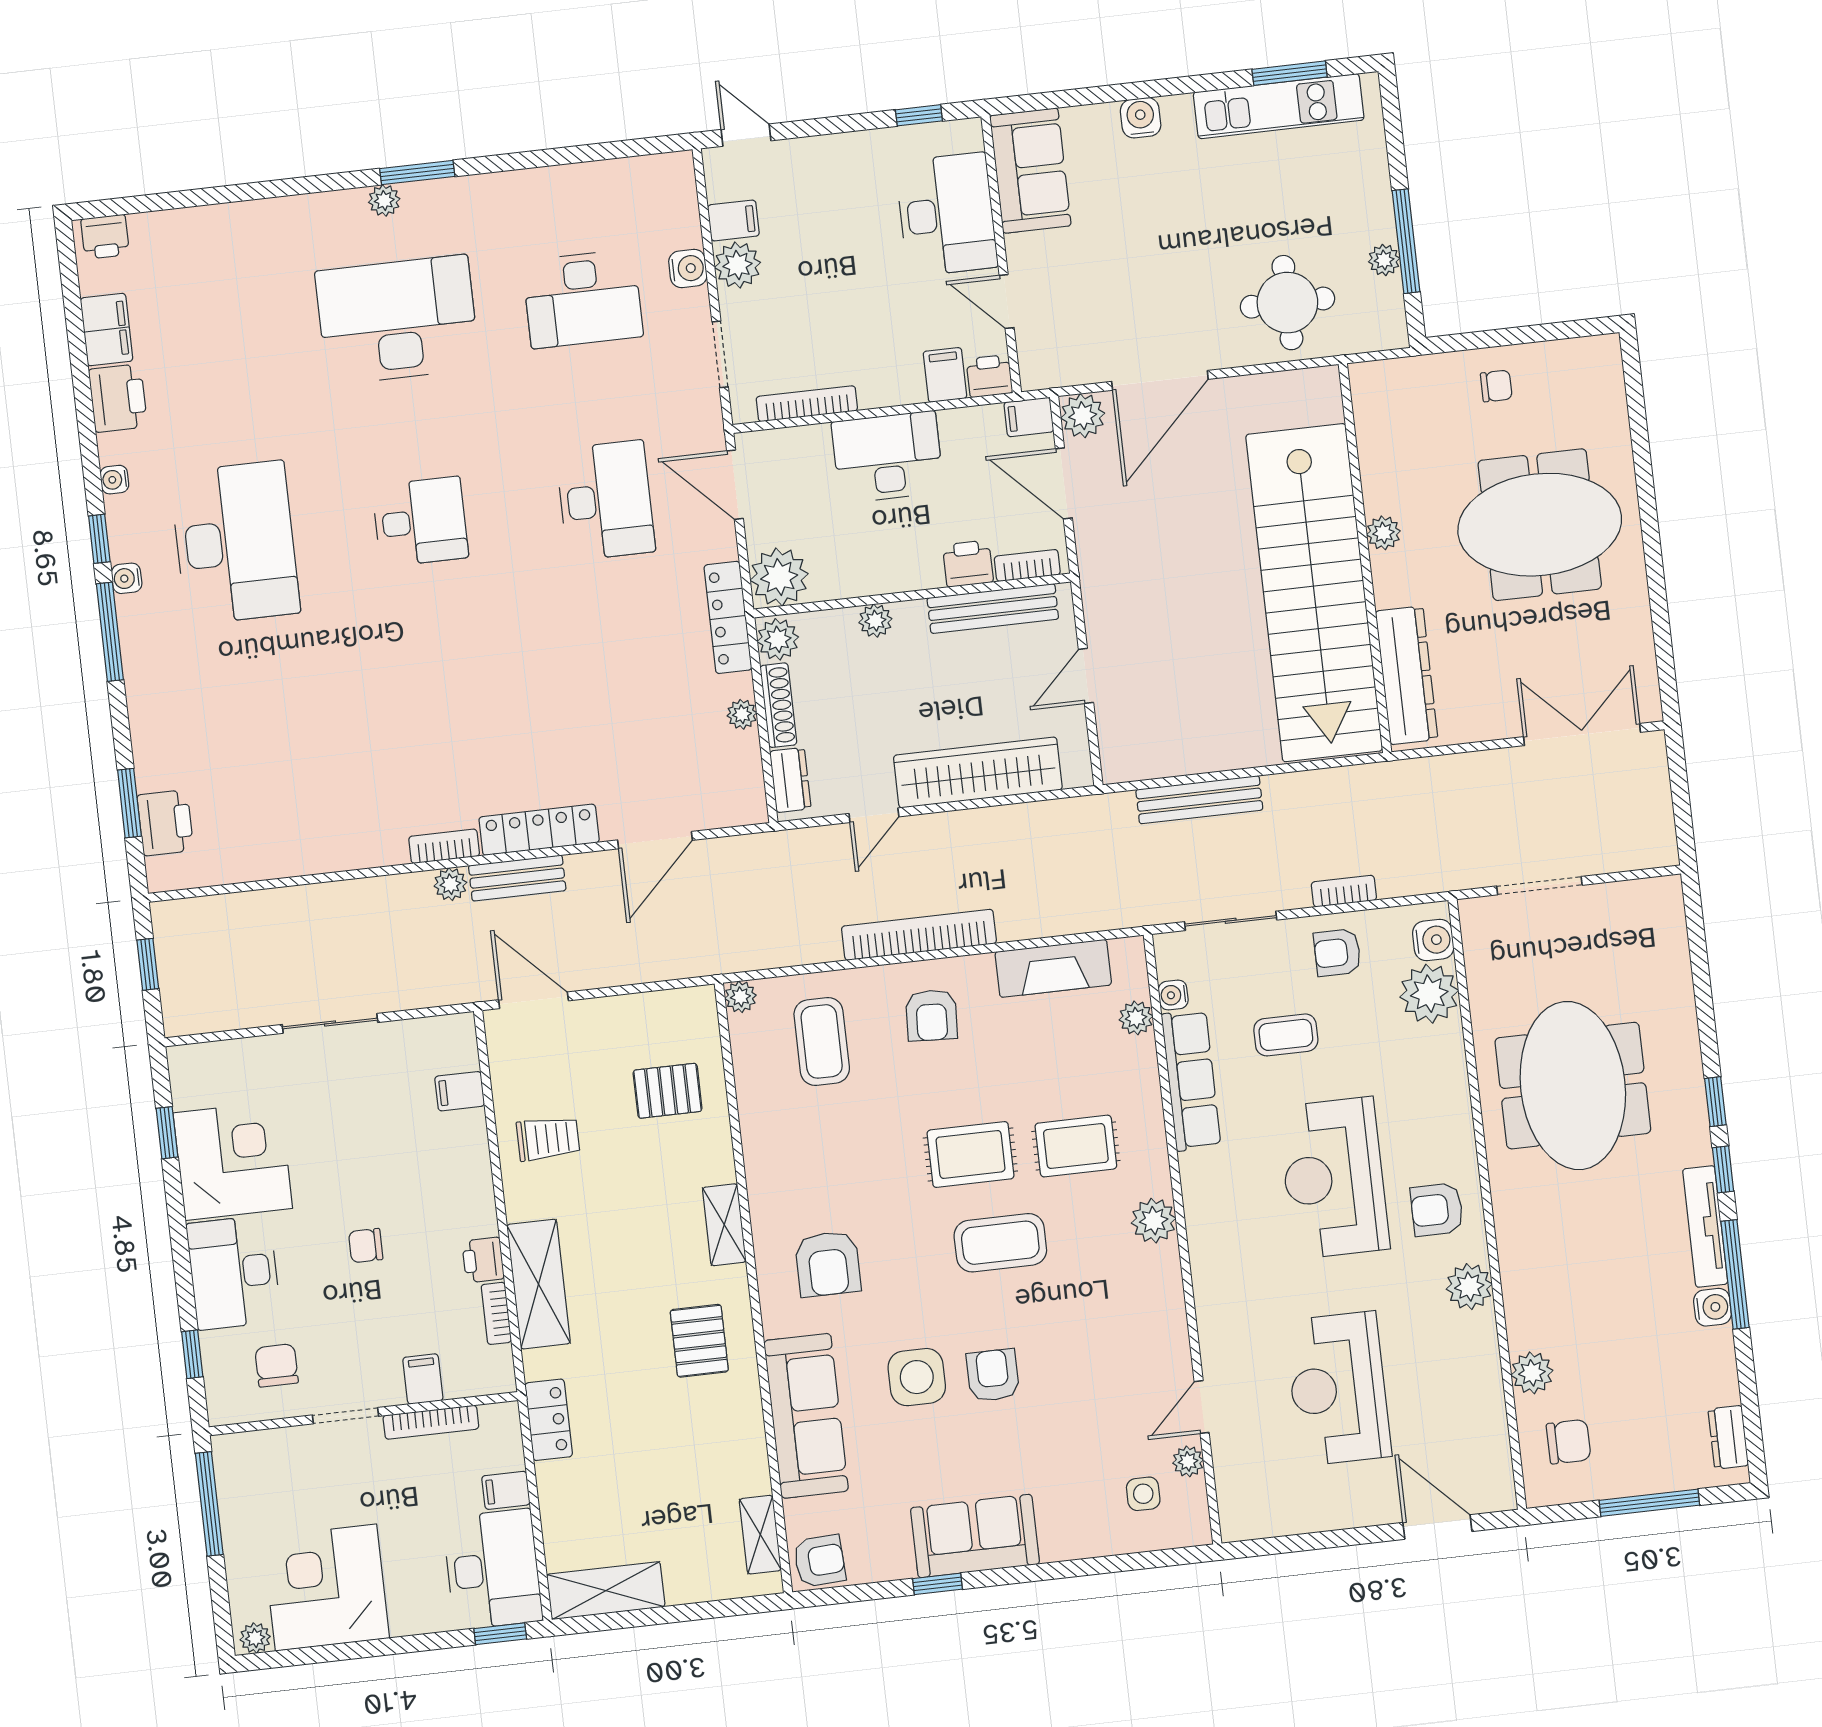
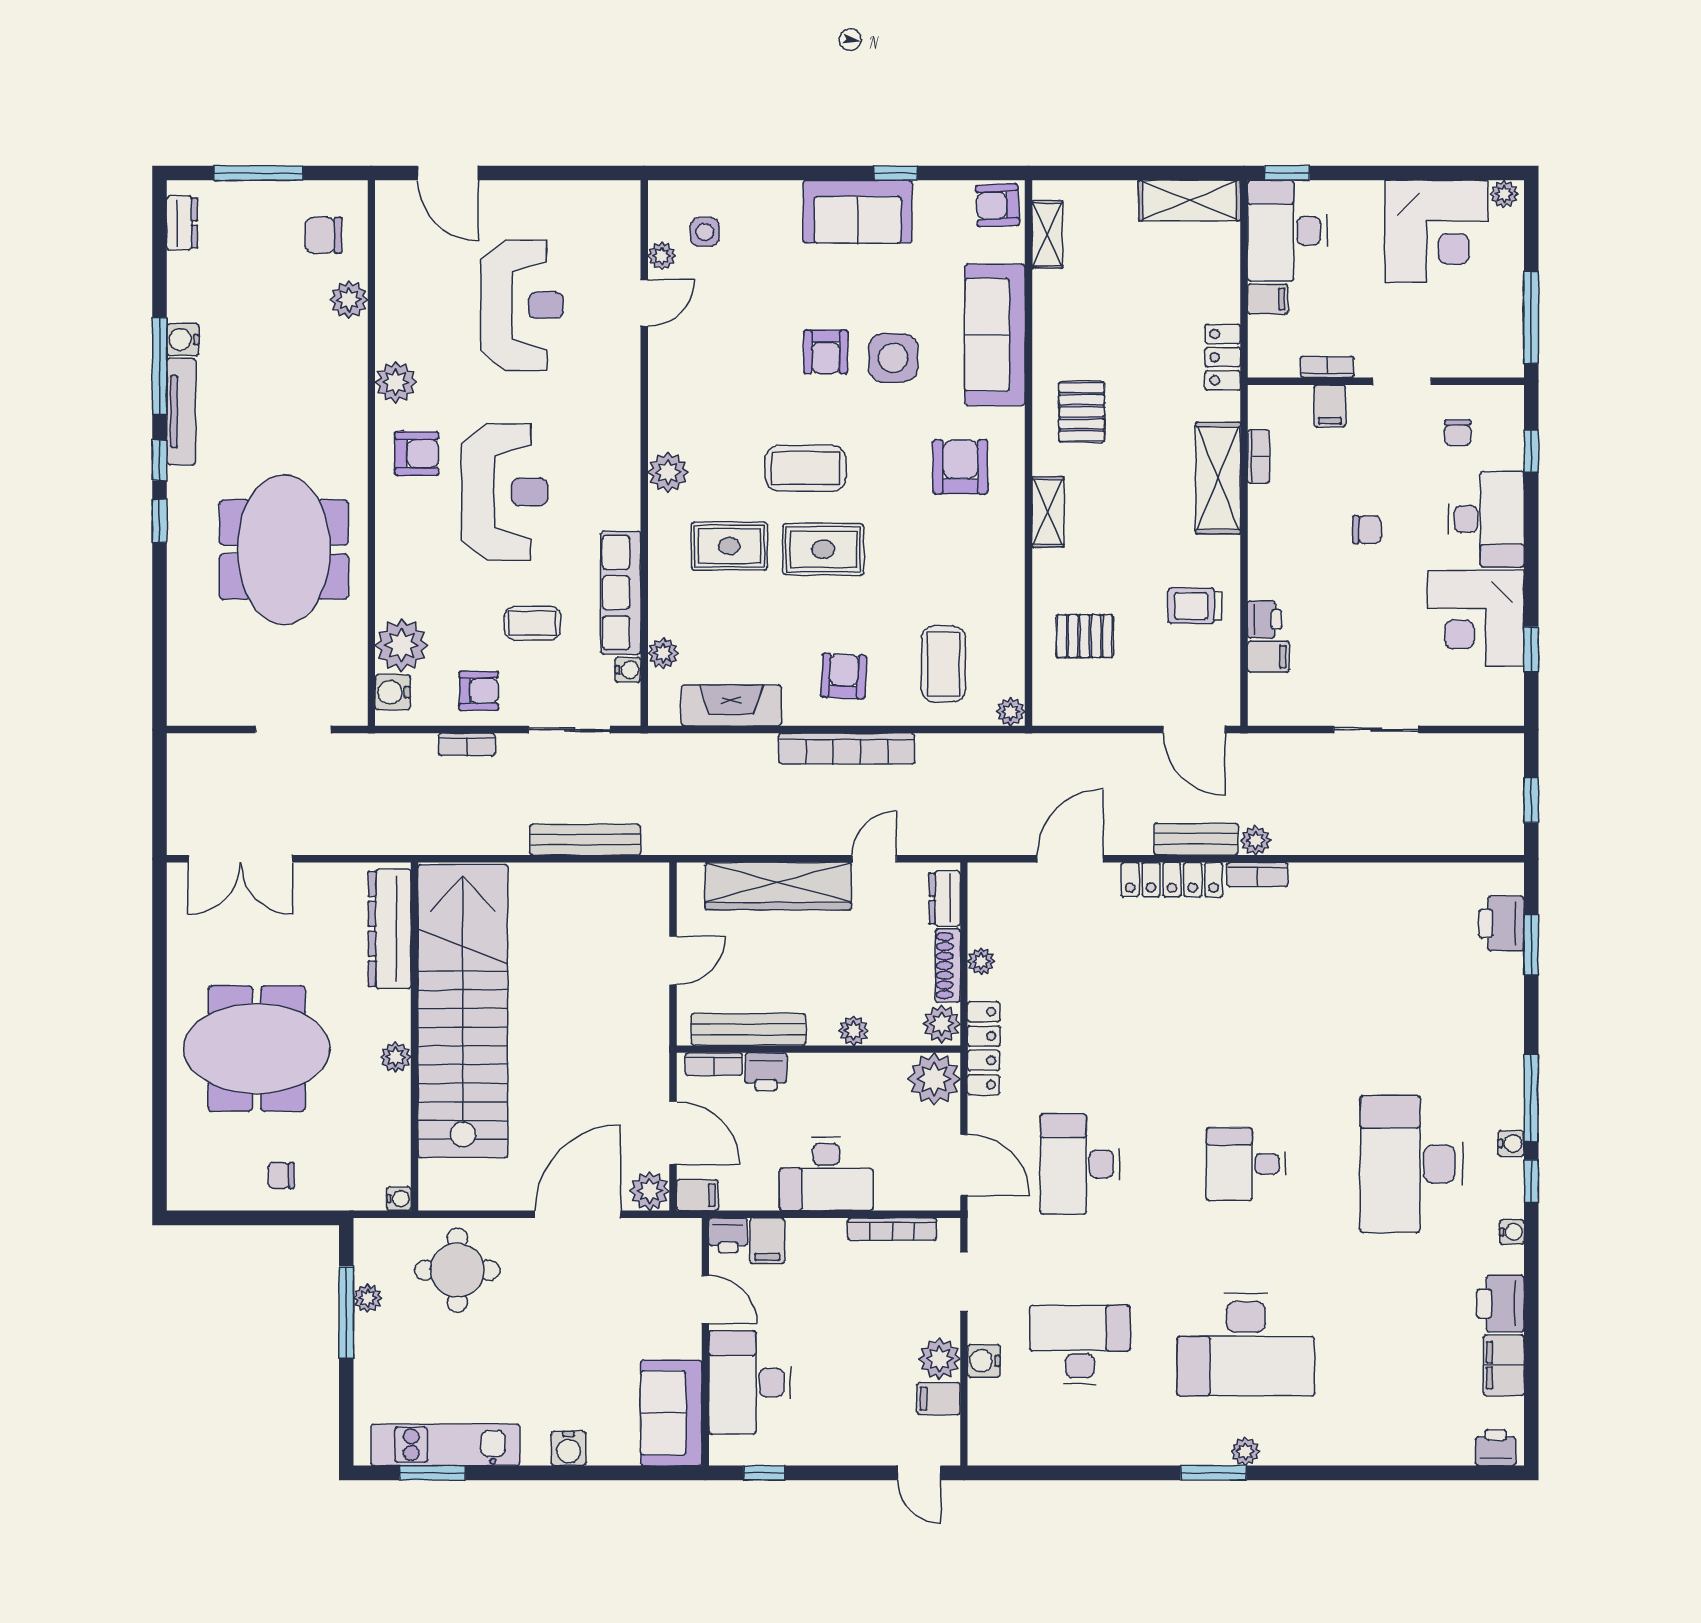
water cooler: (1362, 375) -> (399, 1199), added
printer: (483, 1260) -> (1265, 619), moved
chair: (277, 1365) -> (1458, 433), width x0.73, depth x0.73
bookcase: (431, 1422) -> (1327, 367), width x0.64

